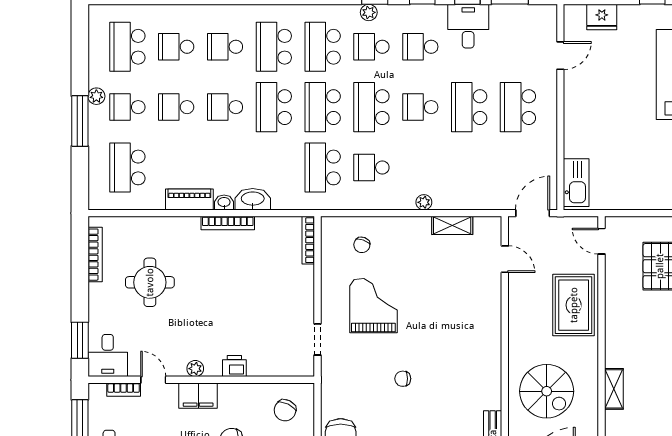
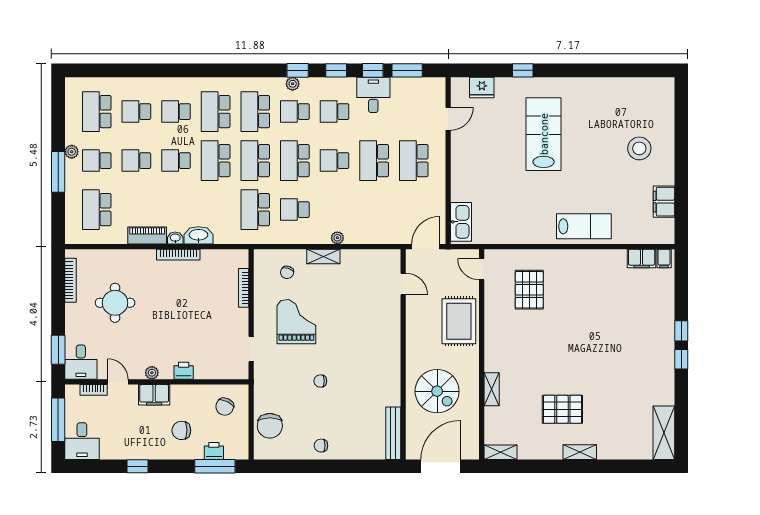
shelving: (452, 225) -> (323, 257), moved
bookcase: (308, 240) -> (244, 288), moved

